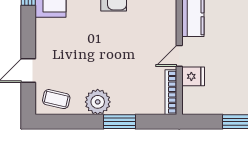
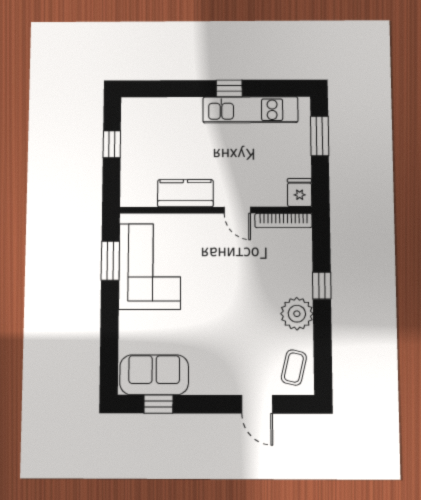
fridge: (193, 76) -> (300, 193), moved
window: (119, 122) -> (322, 286), width x0.67

